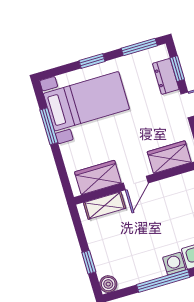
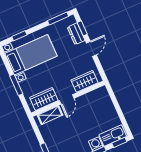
window: (92, 61) -> (19, 36), moved
window: (49, 126) -> (16, 85), moved

